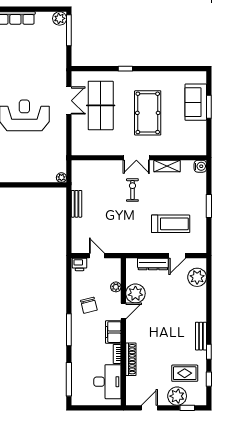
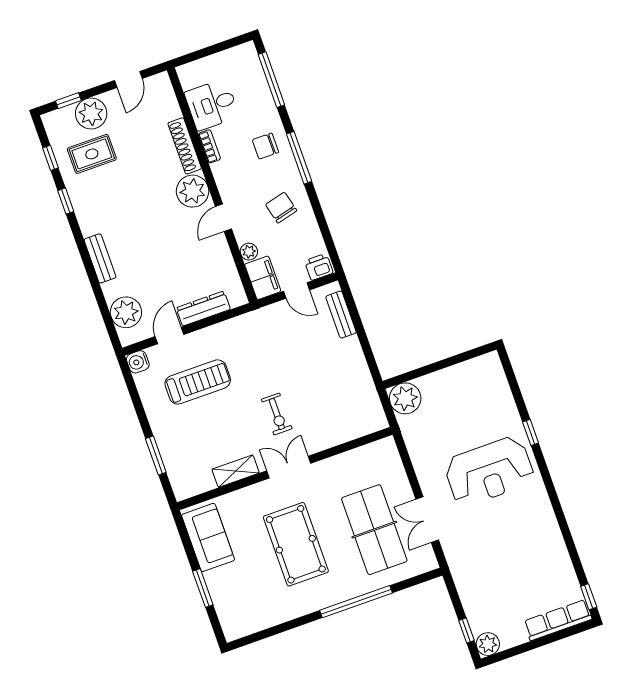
window: (69, 30) -> (466, 631), width x0.46
window: (125, 69) -> (356, 602), width x3.17
sofa: (196, 102) -> (208, 537), moved
water cooler: (200, 166) -> (138, 362), moved
plant: (61, 178) -> (405, 398), width x1.87, depth x1.87
bench: (77, 204) -> (341, 315), moved
window: (209, 206) -> (156, 455), moved
treadmill: (171, 224) -> (198, 382), turned 180
plant: (135, 293) -> (193, 191), moved
filing cabinet: (113, 332) -> (263, 278), moved
bench: (201, 336) -> (100, 258), moved
chair: (85, 343) -> (265, 146), added
desk: (107, 382) -> (212, 105), width x0.73

